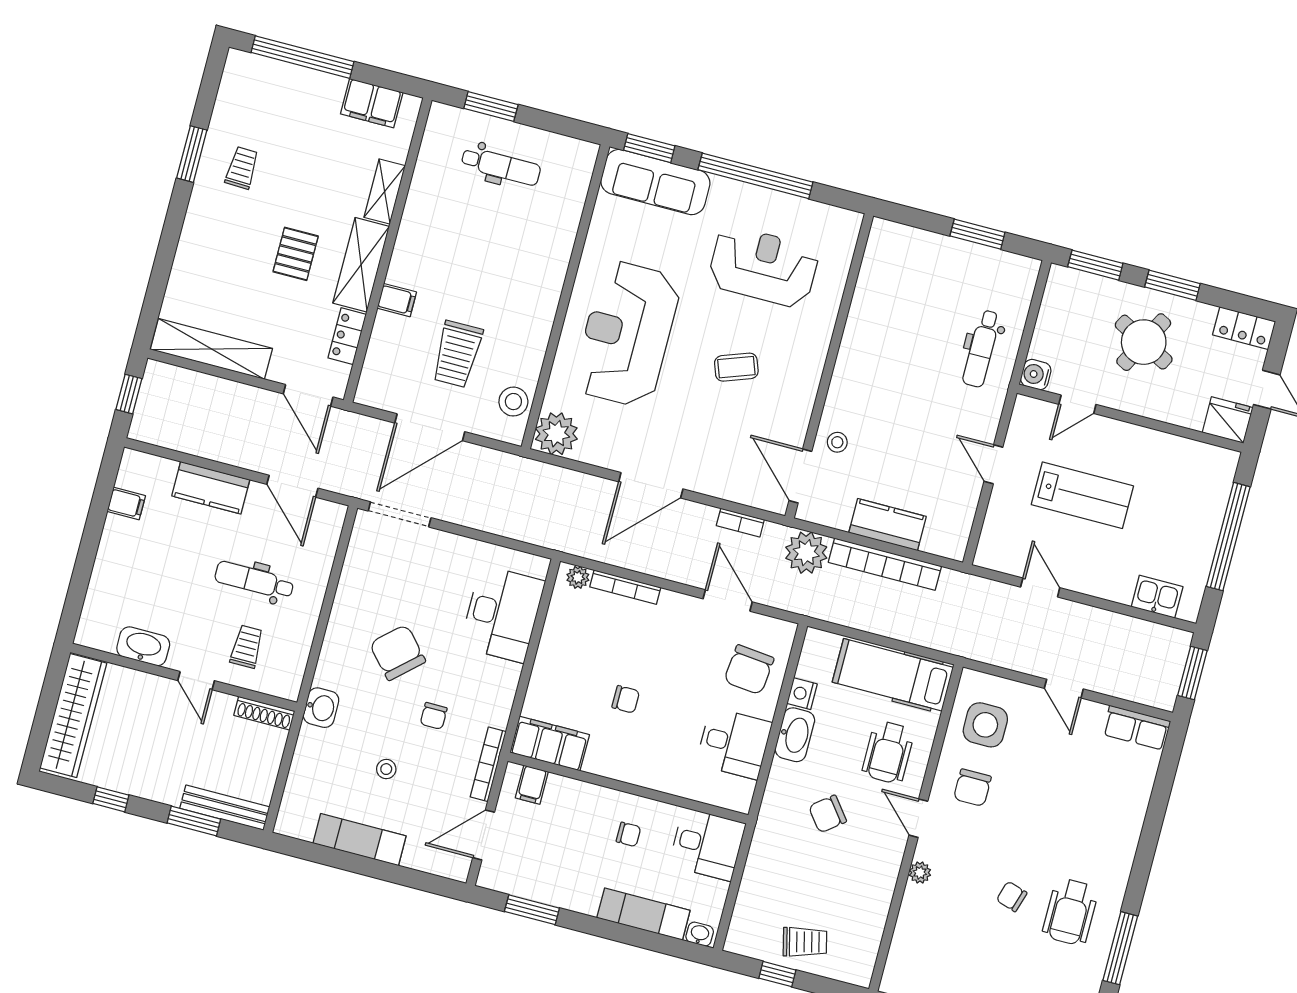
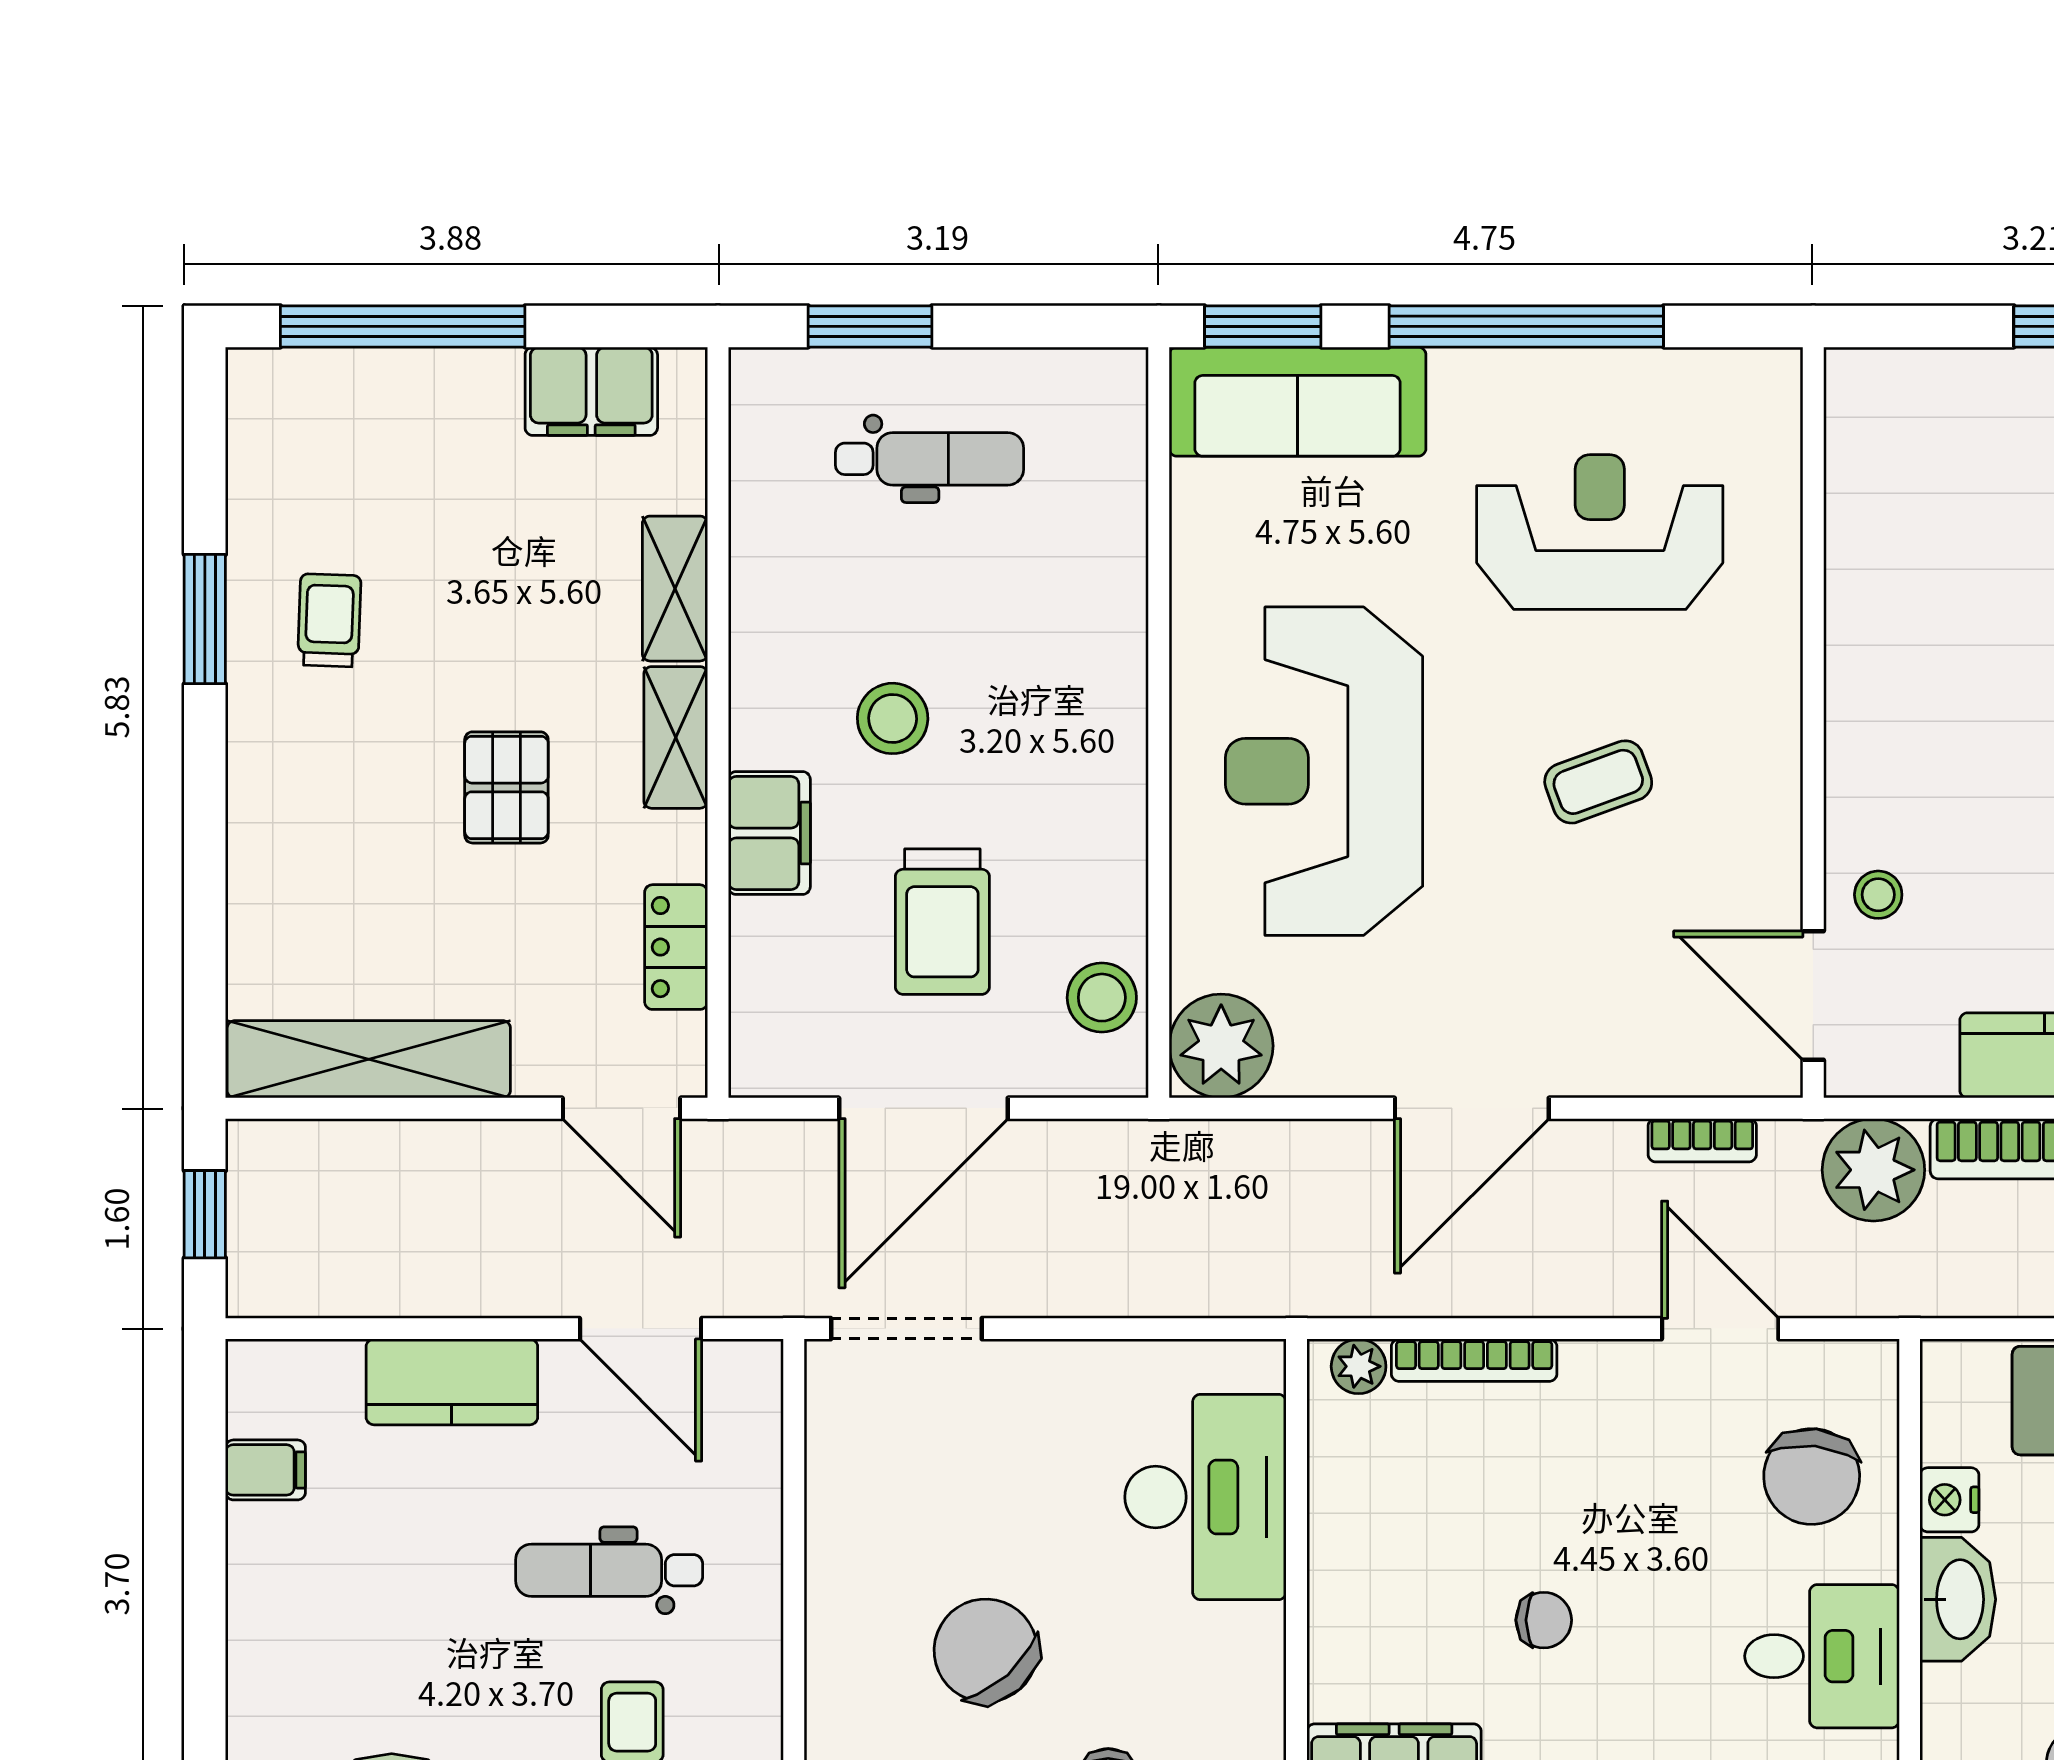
shelving: (361, 265) -> (676, 737), width x0.67, depth x0.75
stool: (459, 267) -> (893, 718), added
filing cabinet: (397, 300) -> (769, 833), width x2.00

